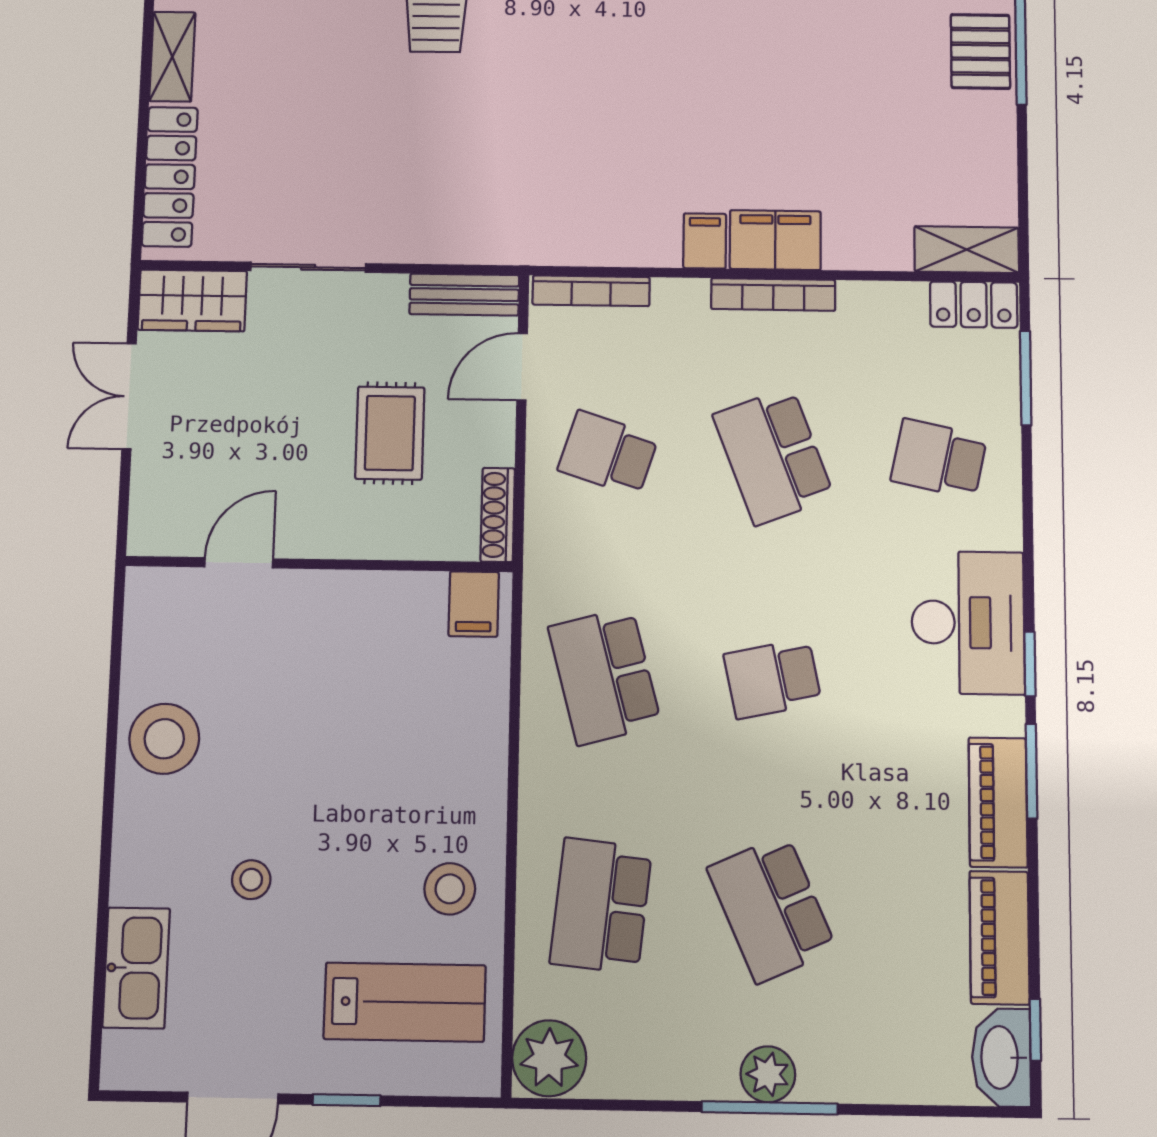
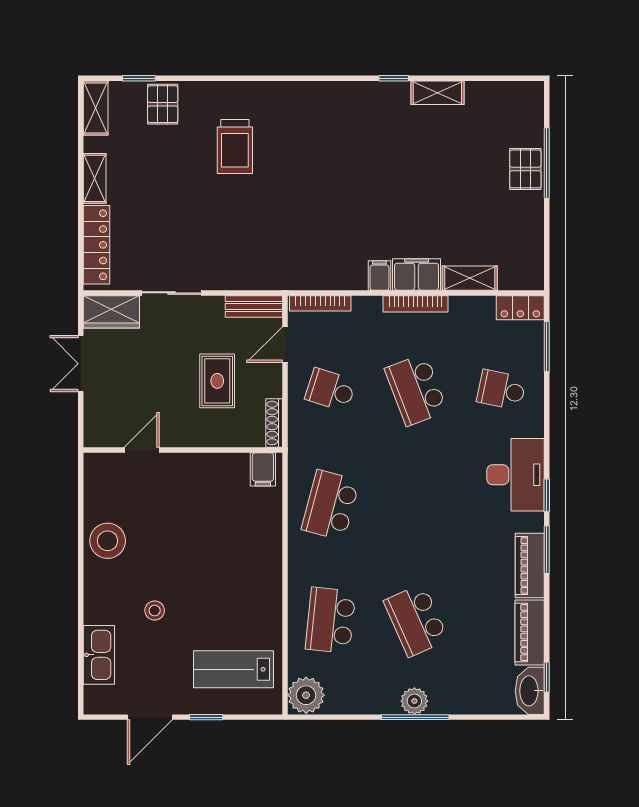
shelving: (967, 250) -> (470, 278), moved
school desk: (605, 676) -> (330, 505), turned 30
school desk: (773, 679) -> (416, 505), removed
stool: (450, 889) -> (254, 613), removed
lab bench: (405, 1002) -> (234, 669), turned 180

